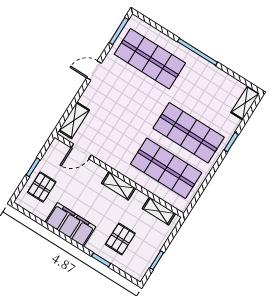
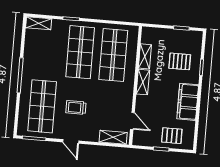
trolley: (129, 96) -> (76, 107), added
shelving: (159, 211) -> (145, 56), moved

